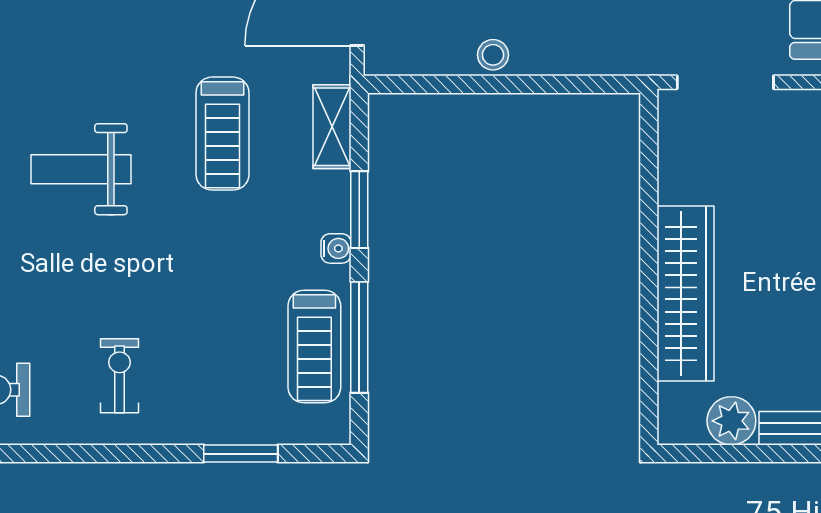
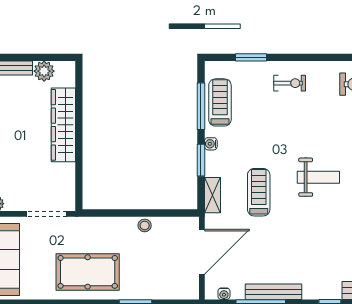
exercise bike: (120, 376) -> (290, 83), moved, turned -90

